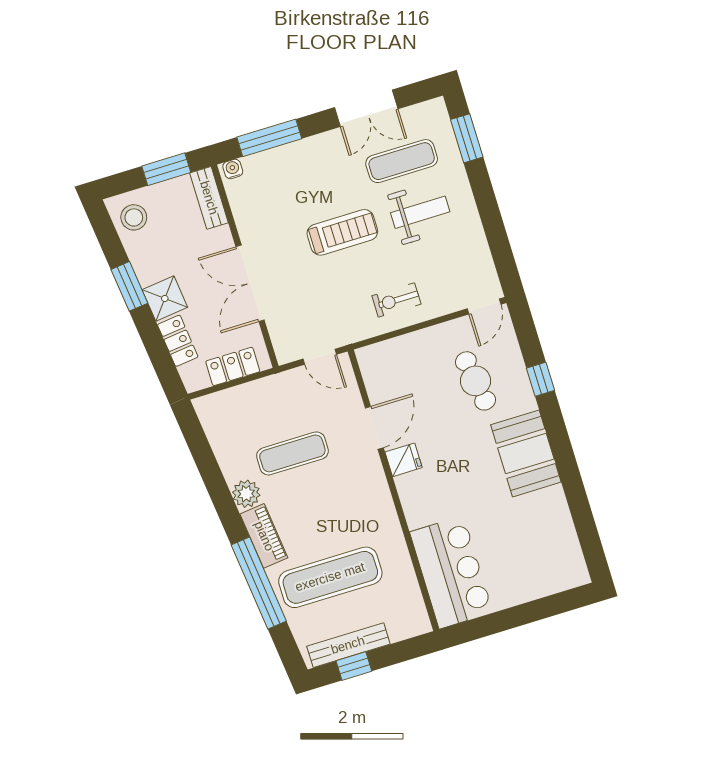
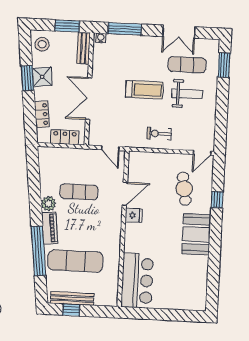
shower: (165, 299) -> (42, 77), moved

